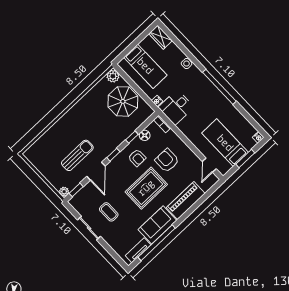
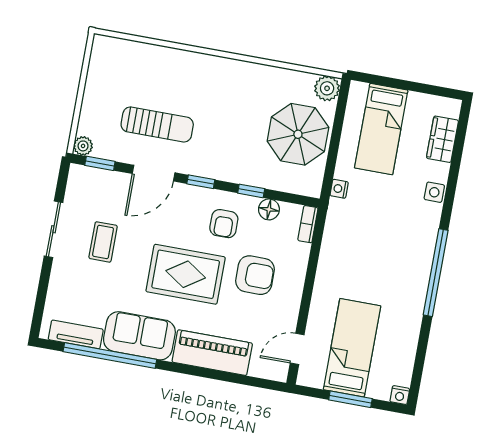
wardrobe: (160, 37) -> (442, 139), moved
desk: (176, 107) -> (352, 227), removed
armchair: (167, 160) -> (255, 275), turned 90

